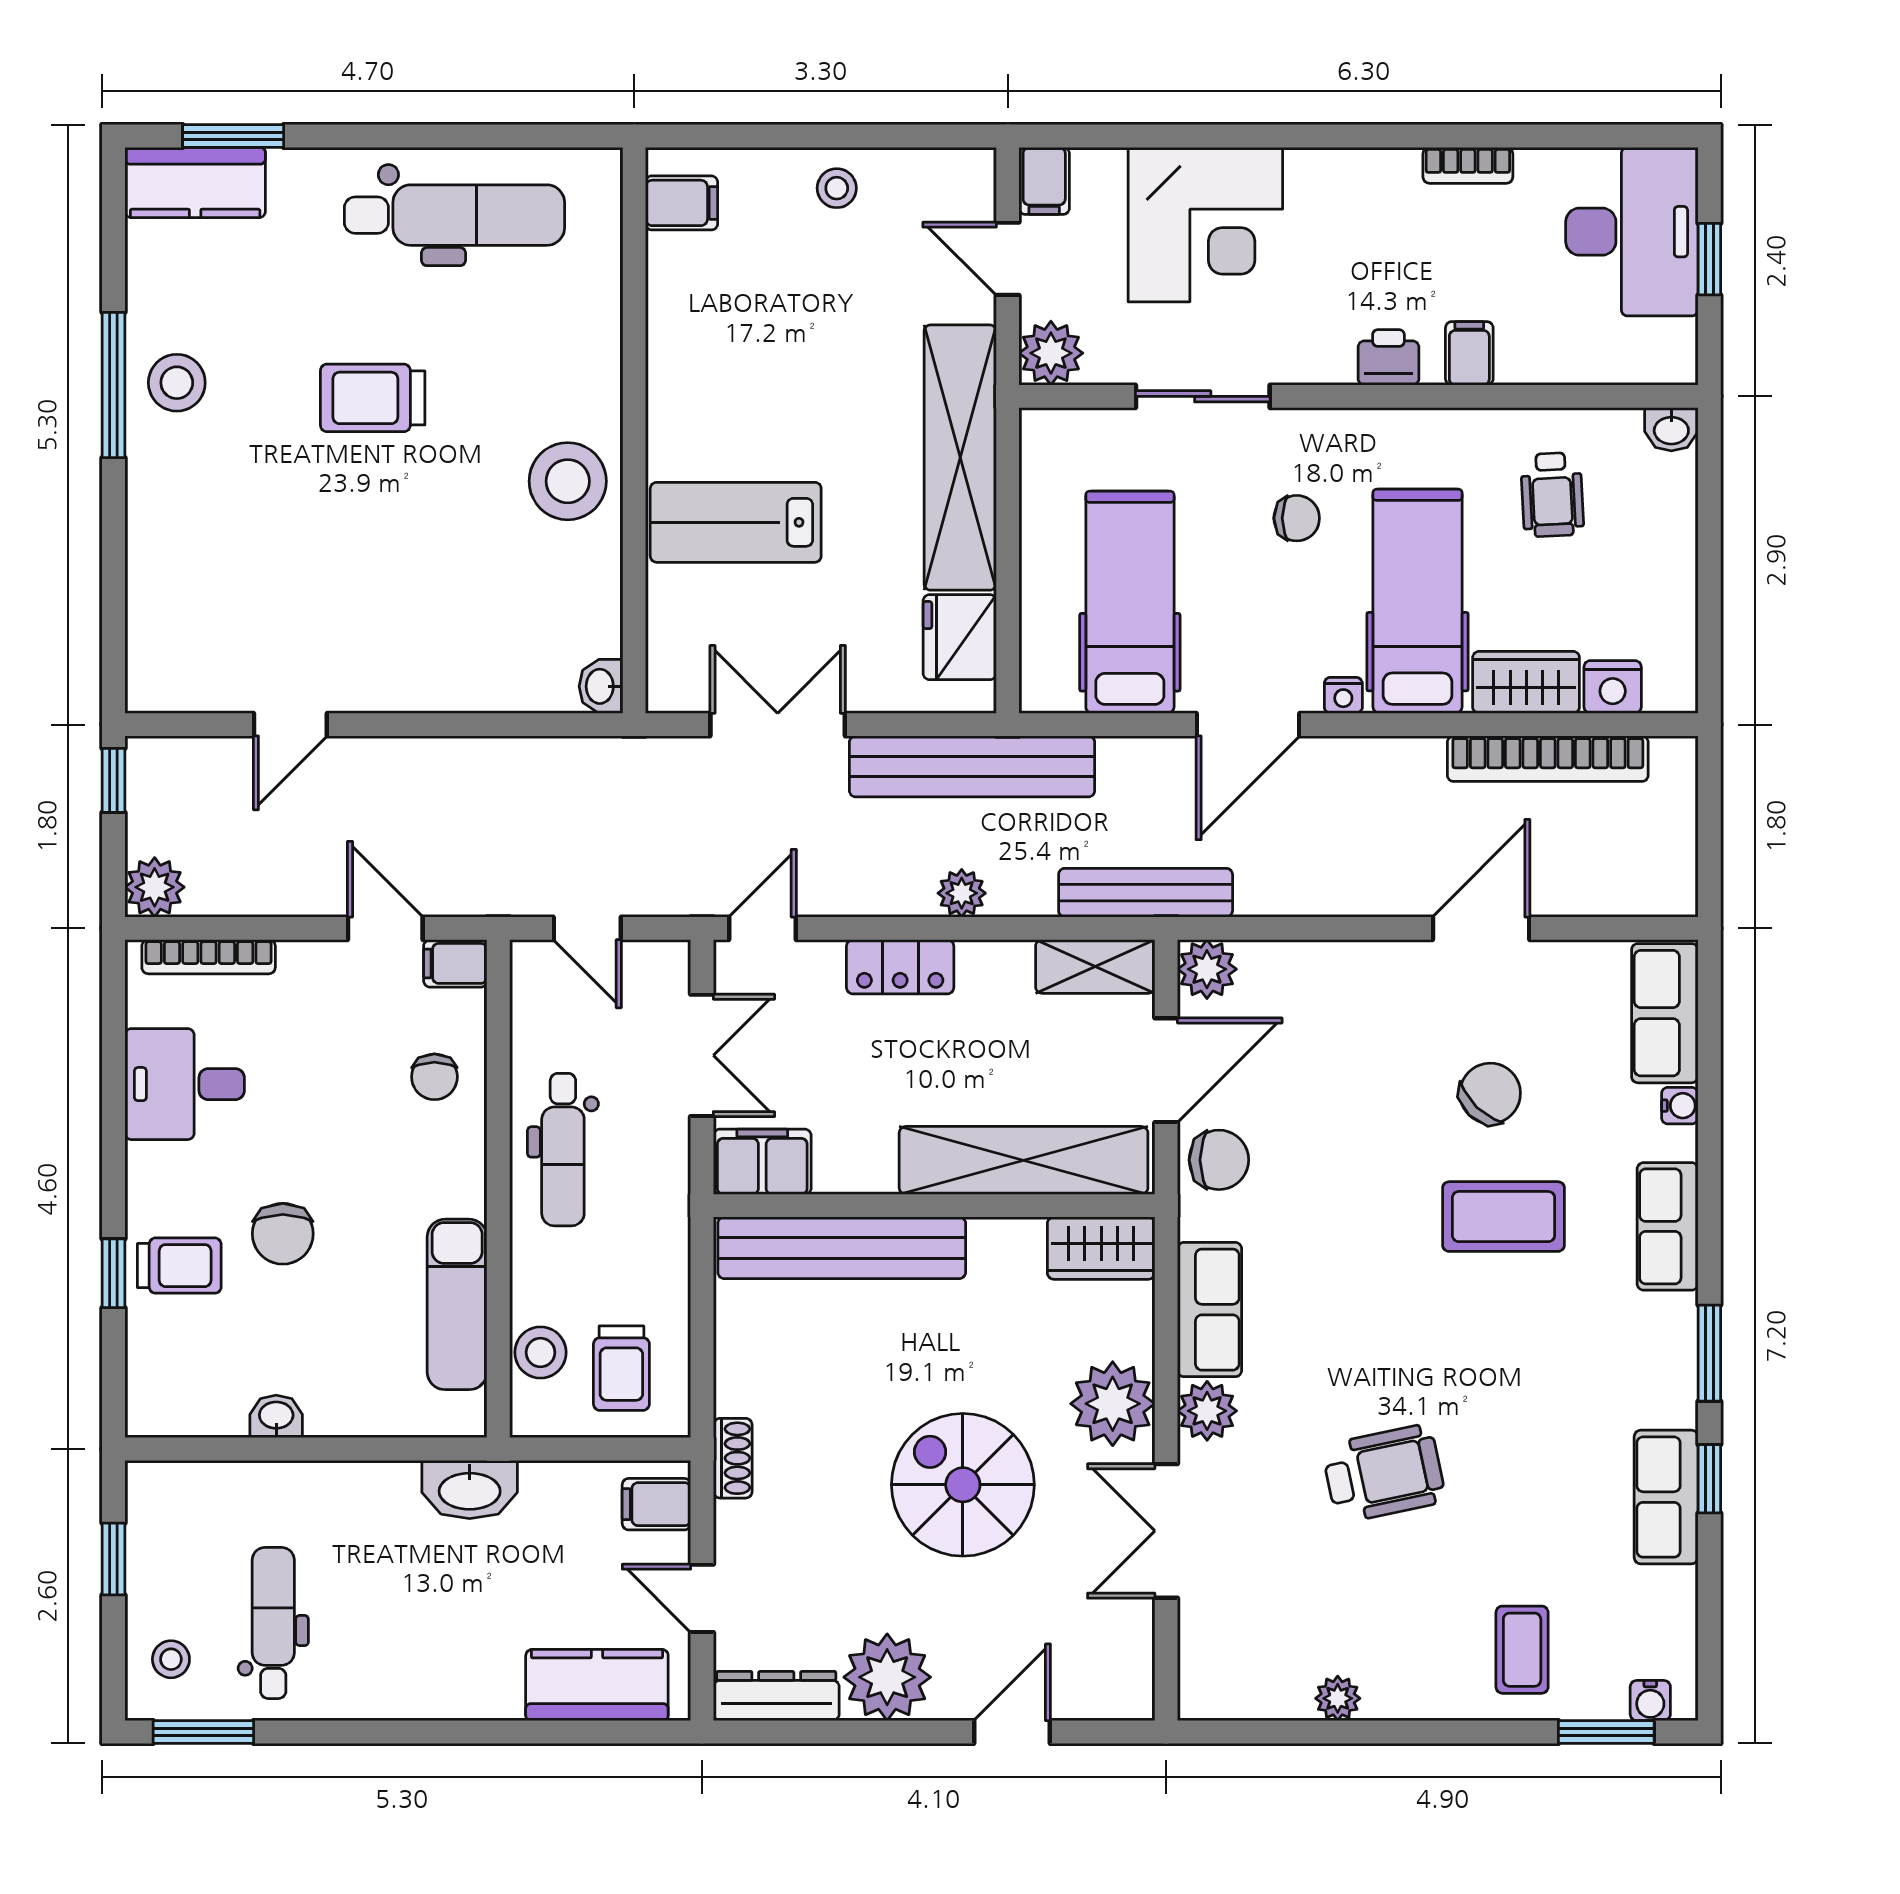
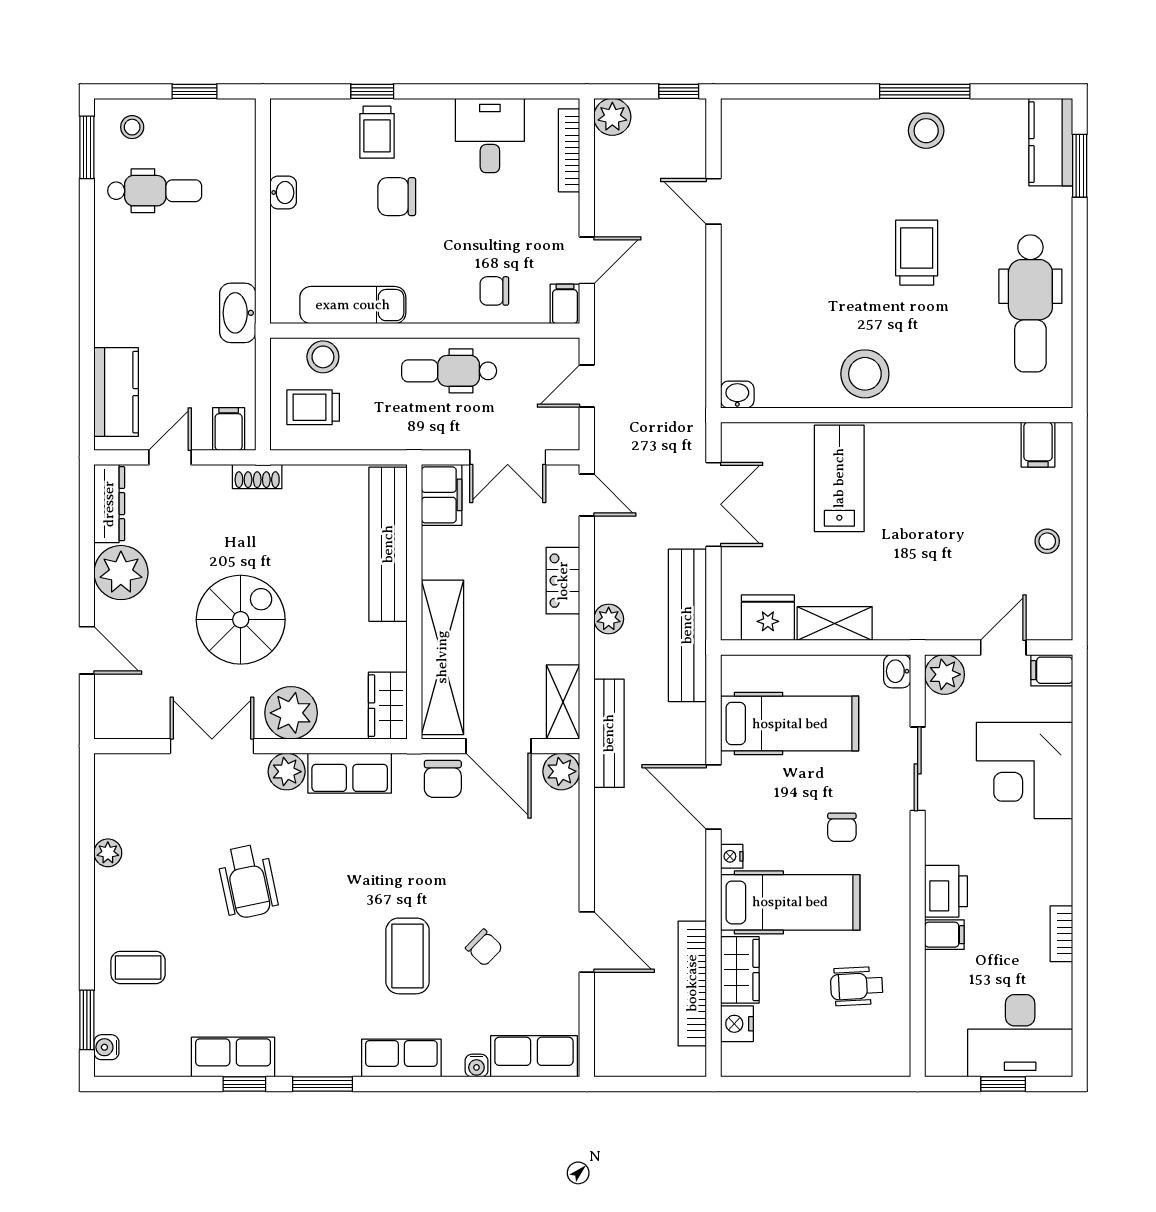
printer: (1388, 357) -> (946, 891), width x1.36, depth x1.24
washbasin: (1671, 429) -> (897, 671), moved
shelving: (960, 458) -> (835, 624), width x0.45, depth x0.75
chair: (1490, 1093) -> (484, 948), width x0.73, depth x0.73

